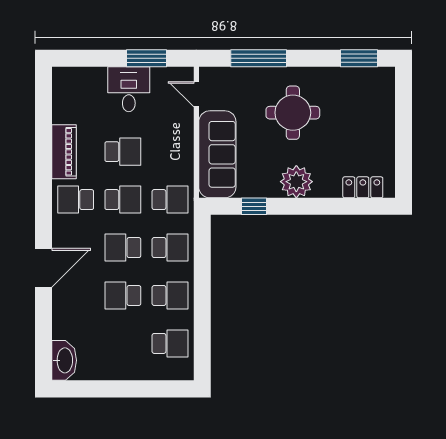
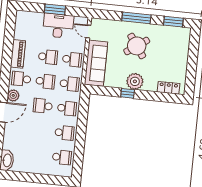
window: (147, 58) -> (55, 9), moved
window: (259, 58) -> (136, 18), moved
desk: (129, 89) -> (58, 26), width x1.37
round table: (293, 113) -> (137, 46), turned -35
window: (254, 206) -> (128, 93), moved
plant: (63, 233) -> (13, 95), added
school desk: (123, 295) -> (72, 59), moved, turned 180

